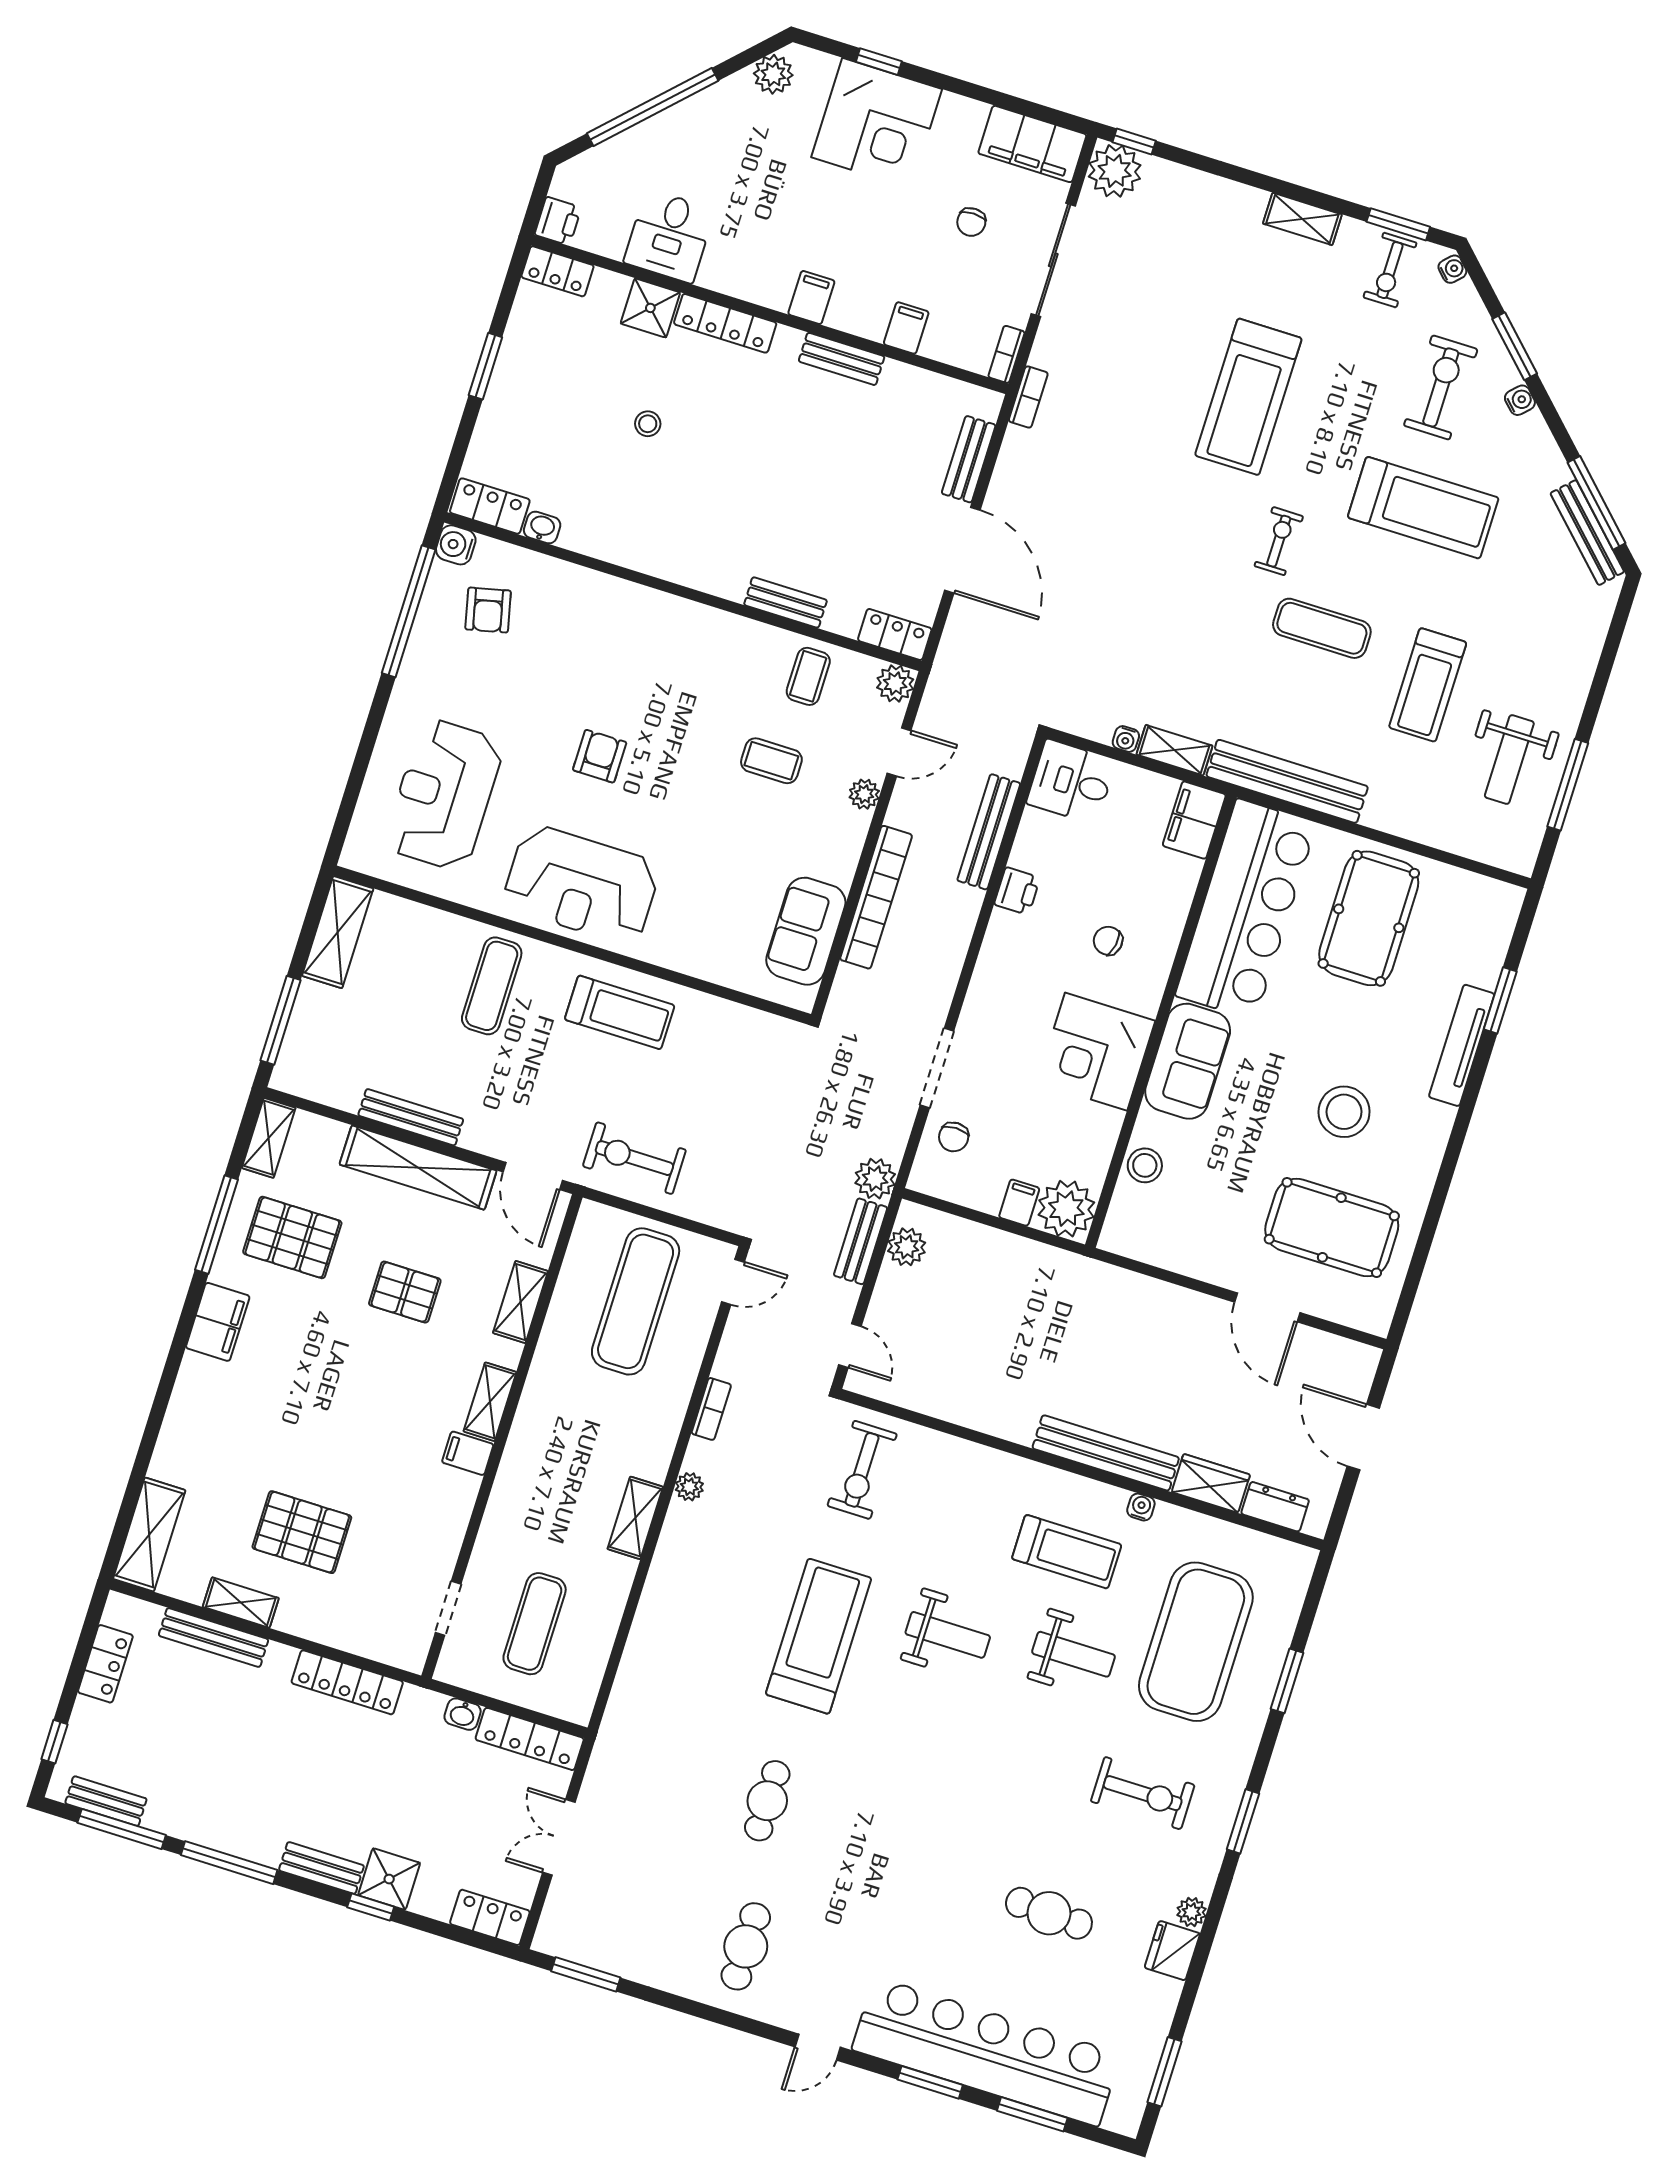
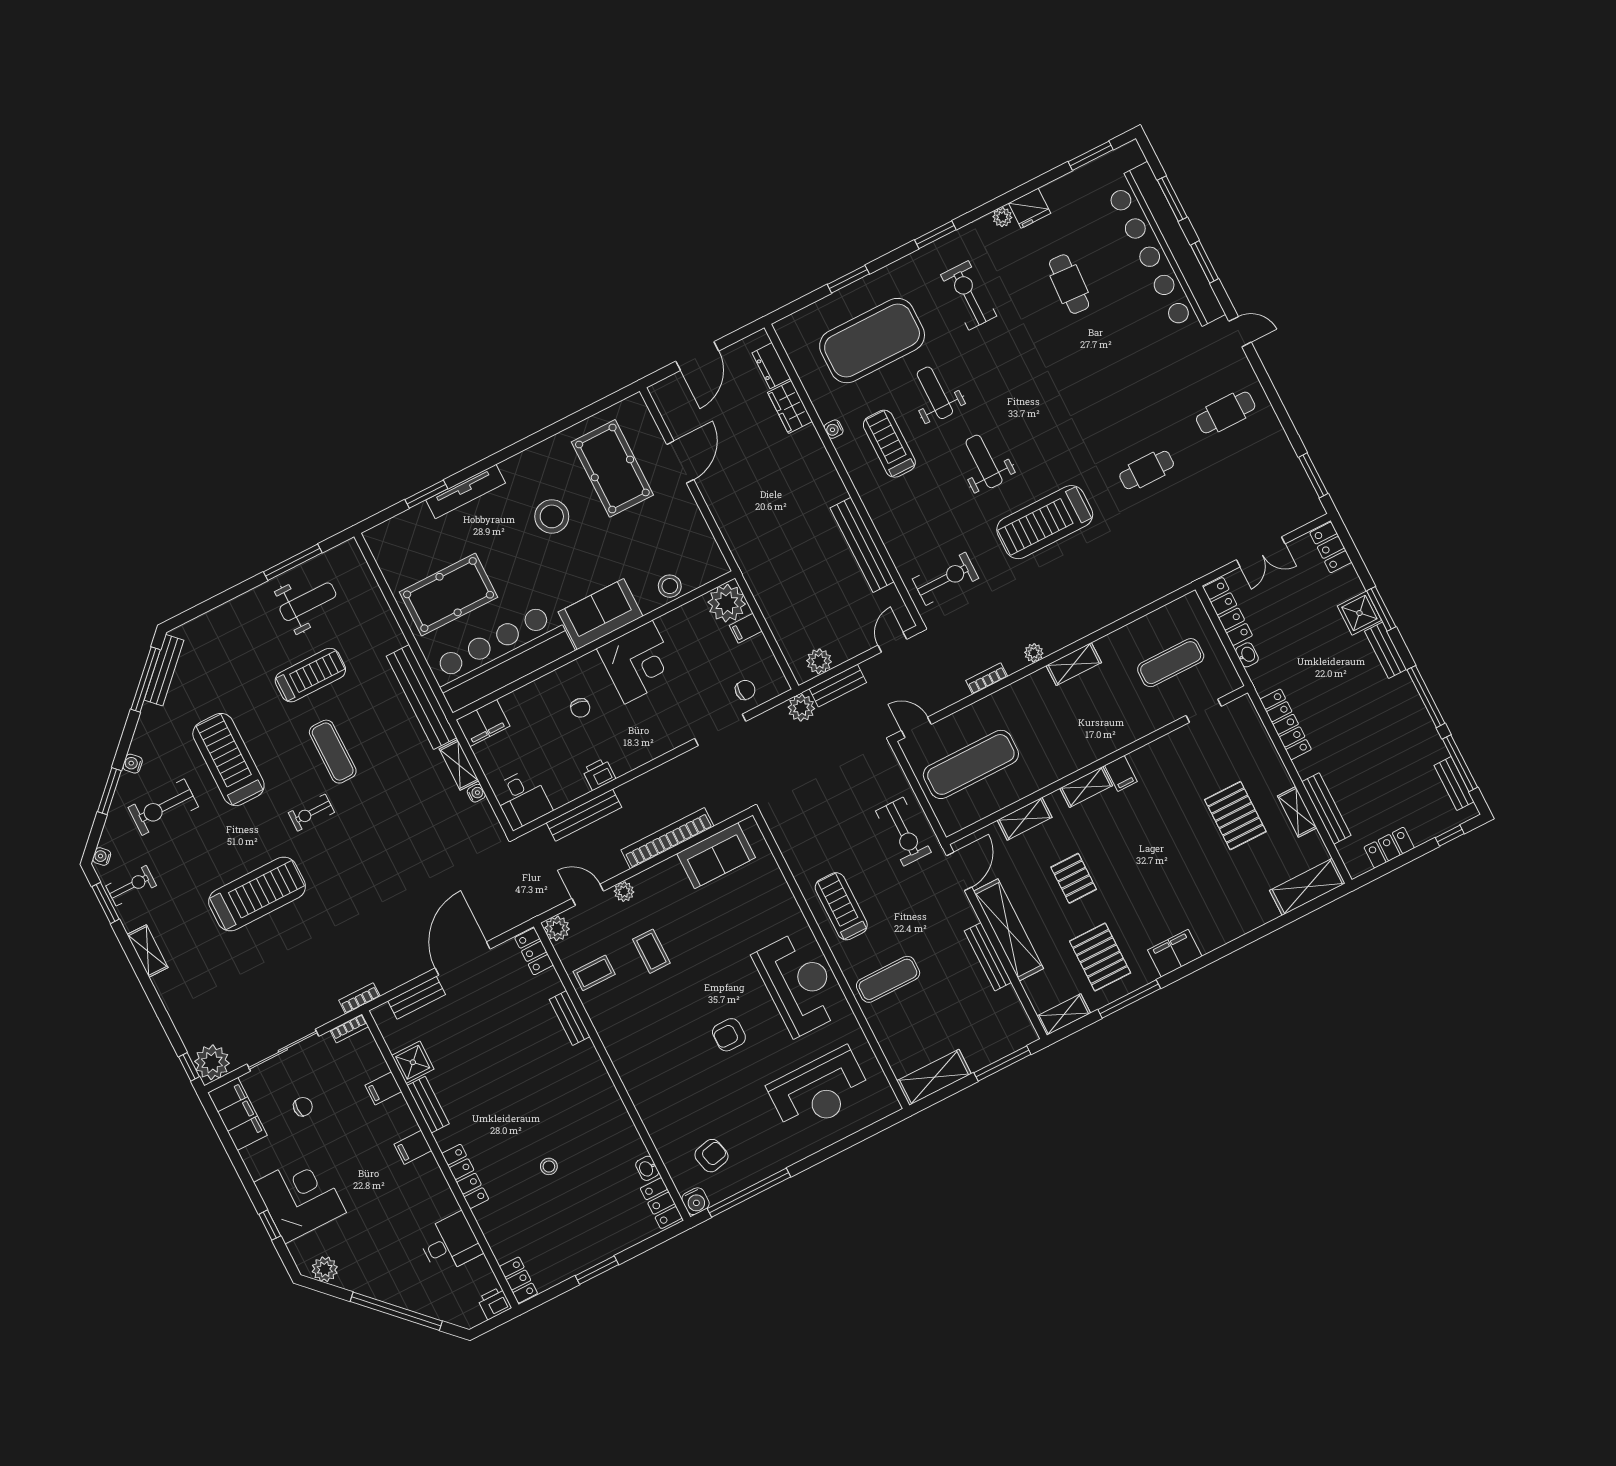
shower: (650, 308) -> (413, 1062), moved
bench: (1106, 1453) -> (862, 545), moved
window: (371, 1907) -> (1381, 609), width x1.50

